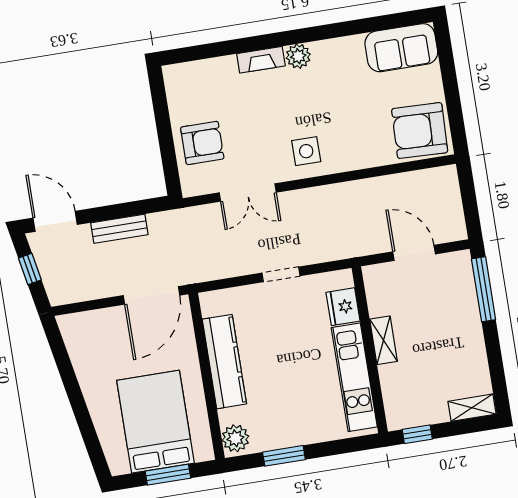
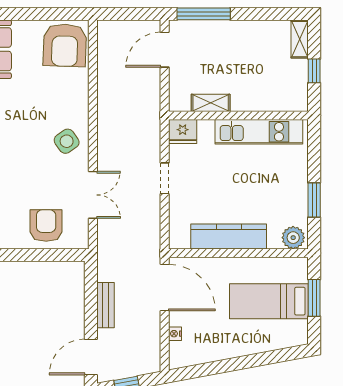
side table: (306, 151) -> (67, 141), turned -35
door: (414, 253) -> (165, 50), moved
fridge: (343, 307) -> (183, 132), moved
nightstand: (99, 317) -> (175, 334), added
shelving: (383, 340) -> (211, 103), moved
bed: (155, 422) -> (269, 301), width x0.67
window: (417, 434) -> (314, 71), moved

